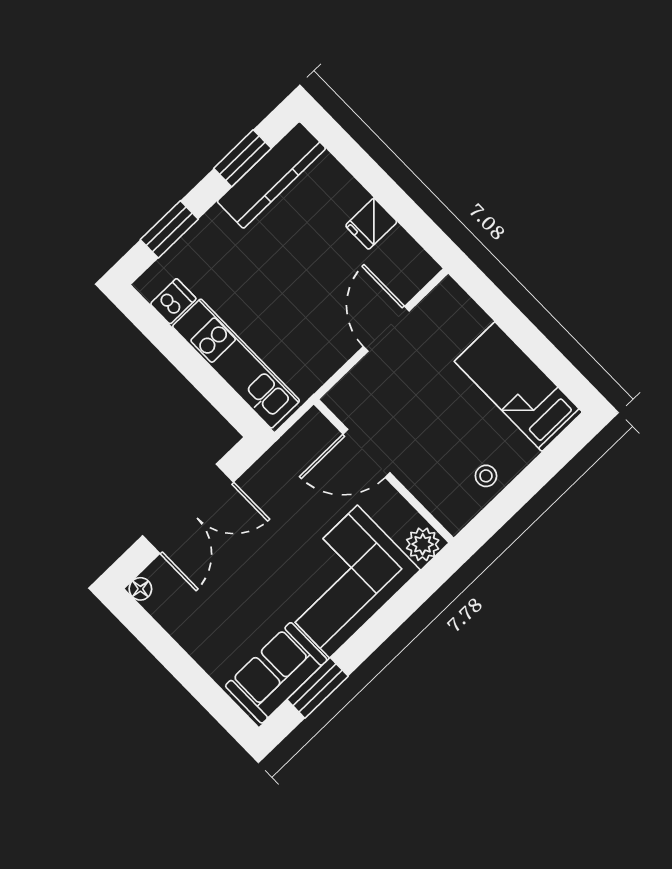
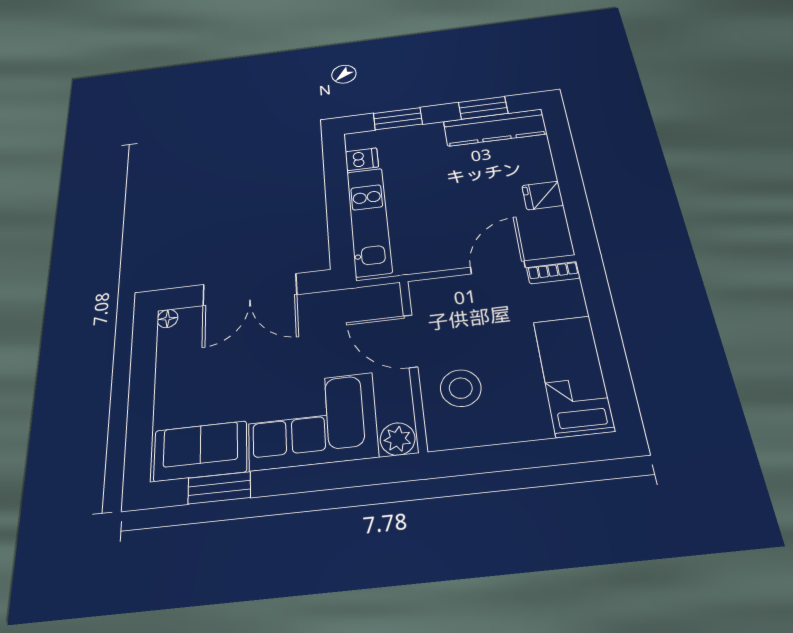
bookcase: (437, 300) -> (553, 273), added
stool: (486, 476) -> (461, 388), moved, width x1.89, depth x1.89

